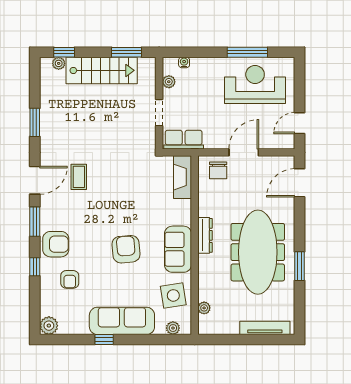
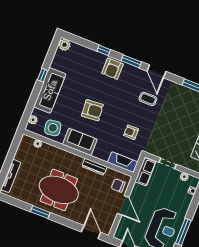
dresser: (205, 235) -> (94, 167), moved
meeting table: (258, 252) -> (59, 190), width x0.73
armchair: (70, 279) -> (131, 132), moved

